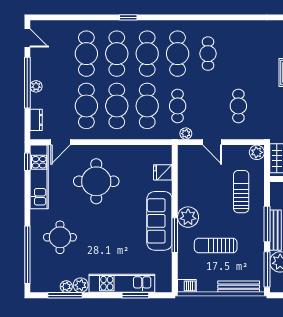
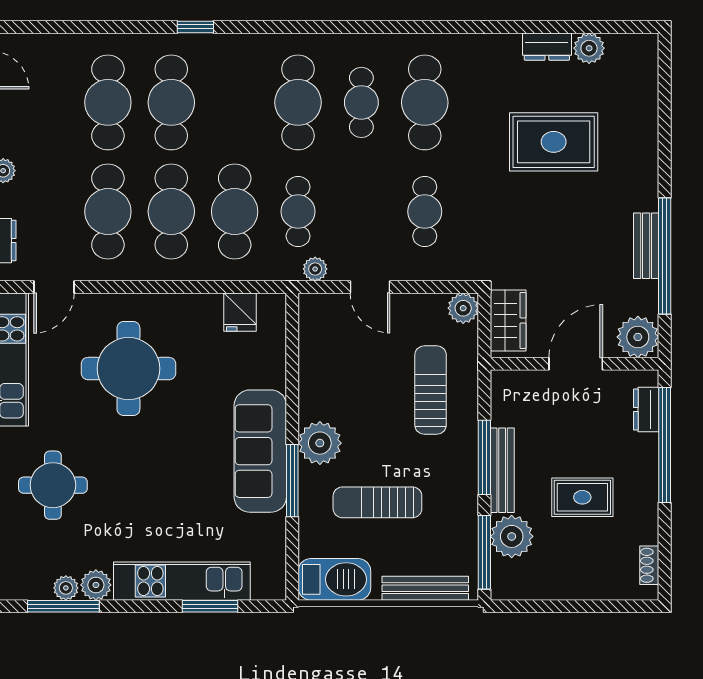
cafe table: (147, 54) -> (425, 102), moved
fridge: (163, 172) -> (240, 312), moved, turned -90
barbecue: (187, 286) -> (334, 579), width x1.88, depth x1.53

